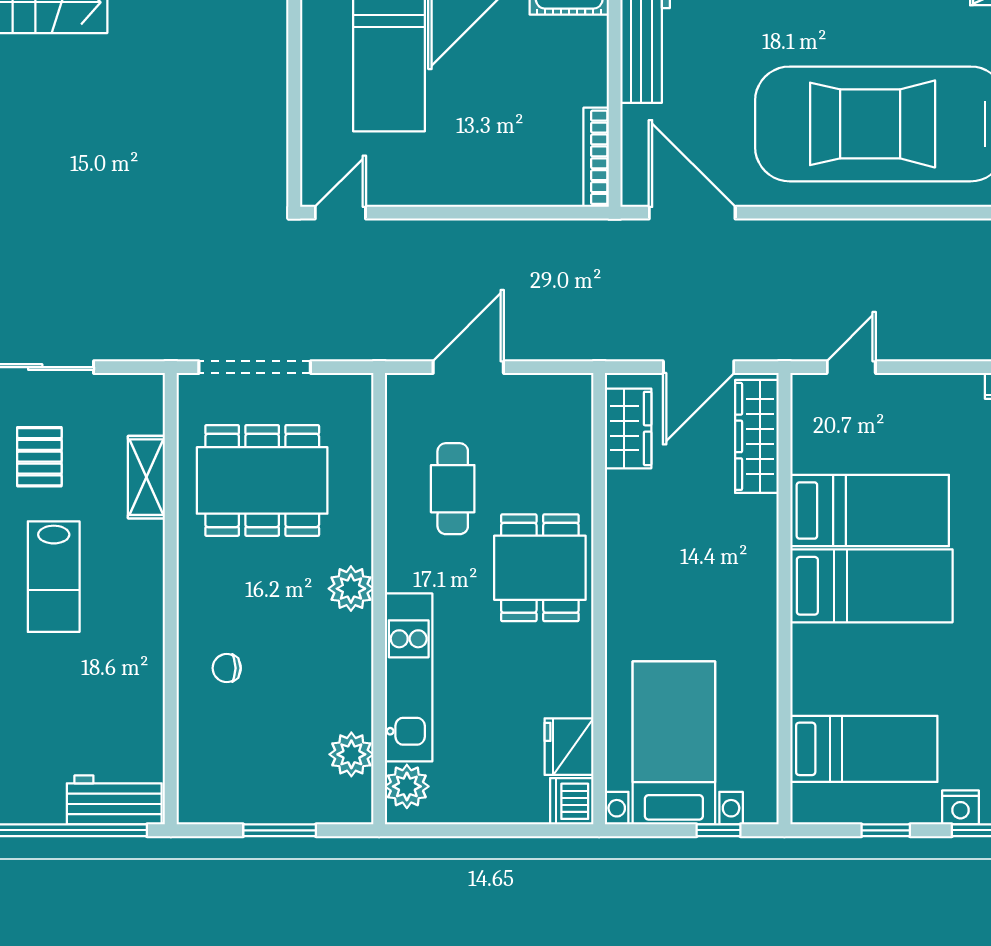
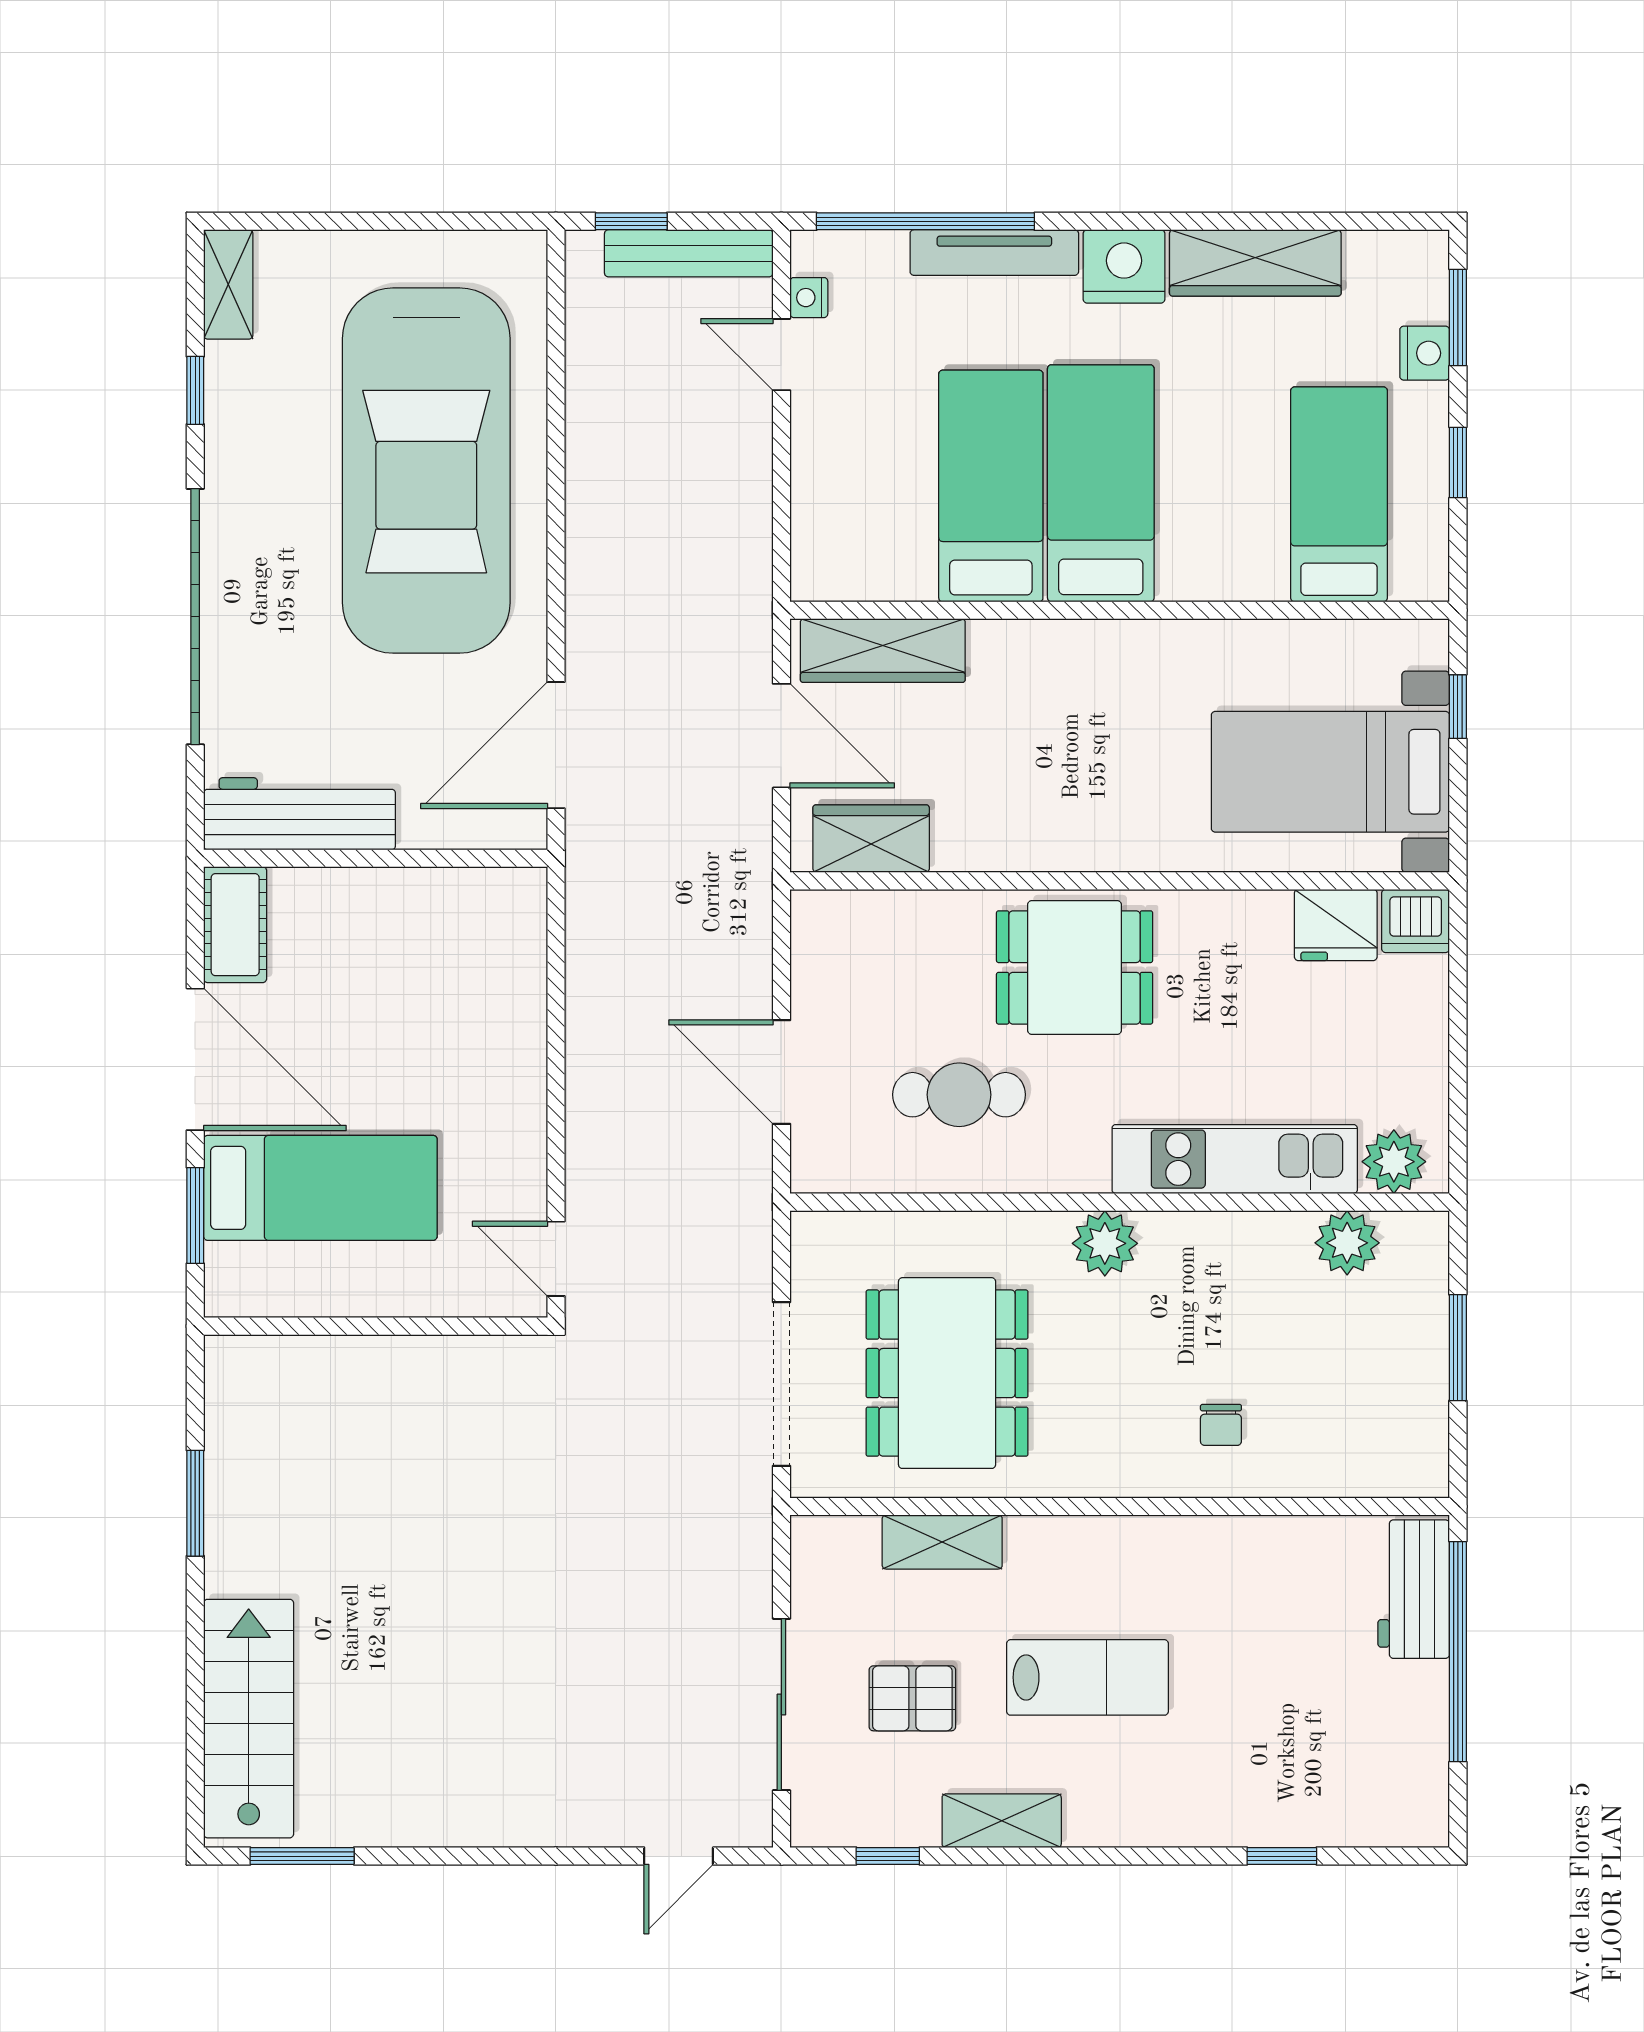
bookcase: (596, 157) -> (475, 885), removed
door: (851, 367) -> (781, 355), moved

